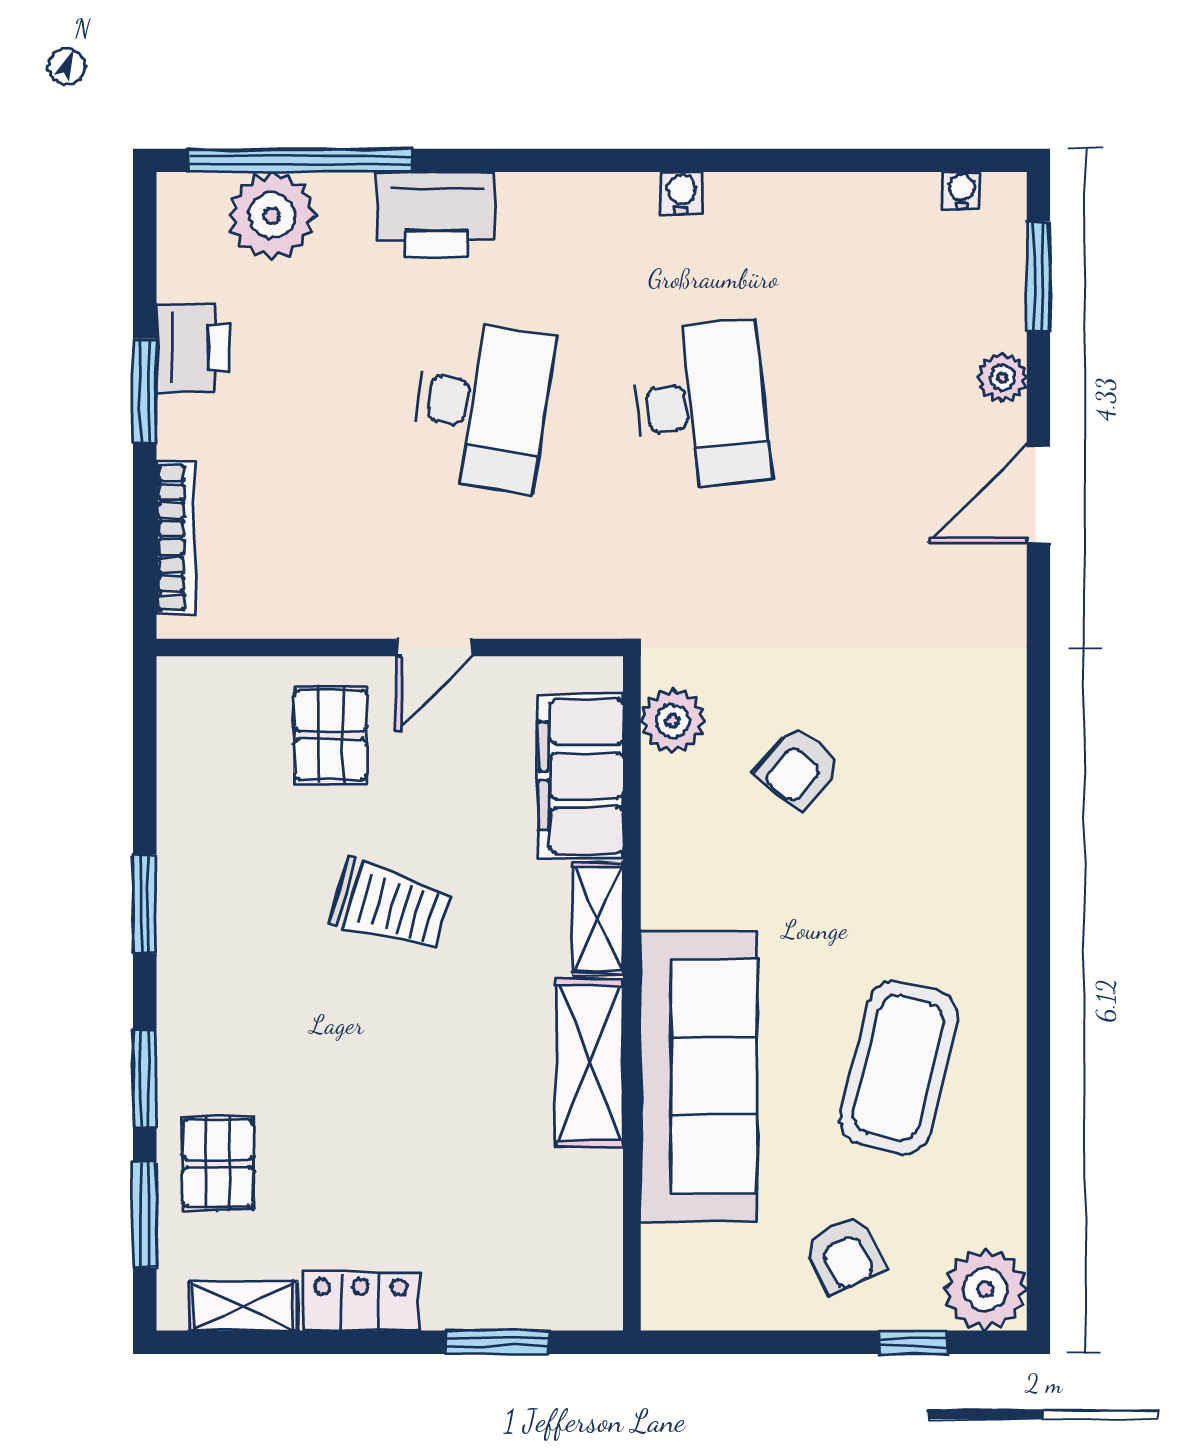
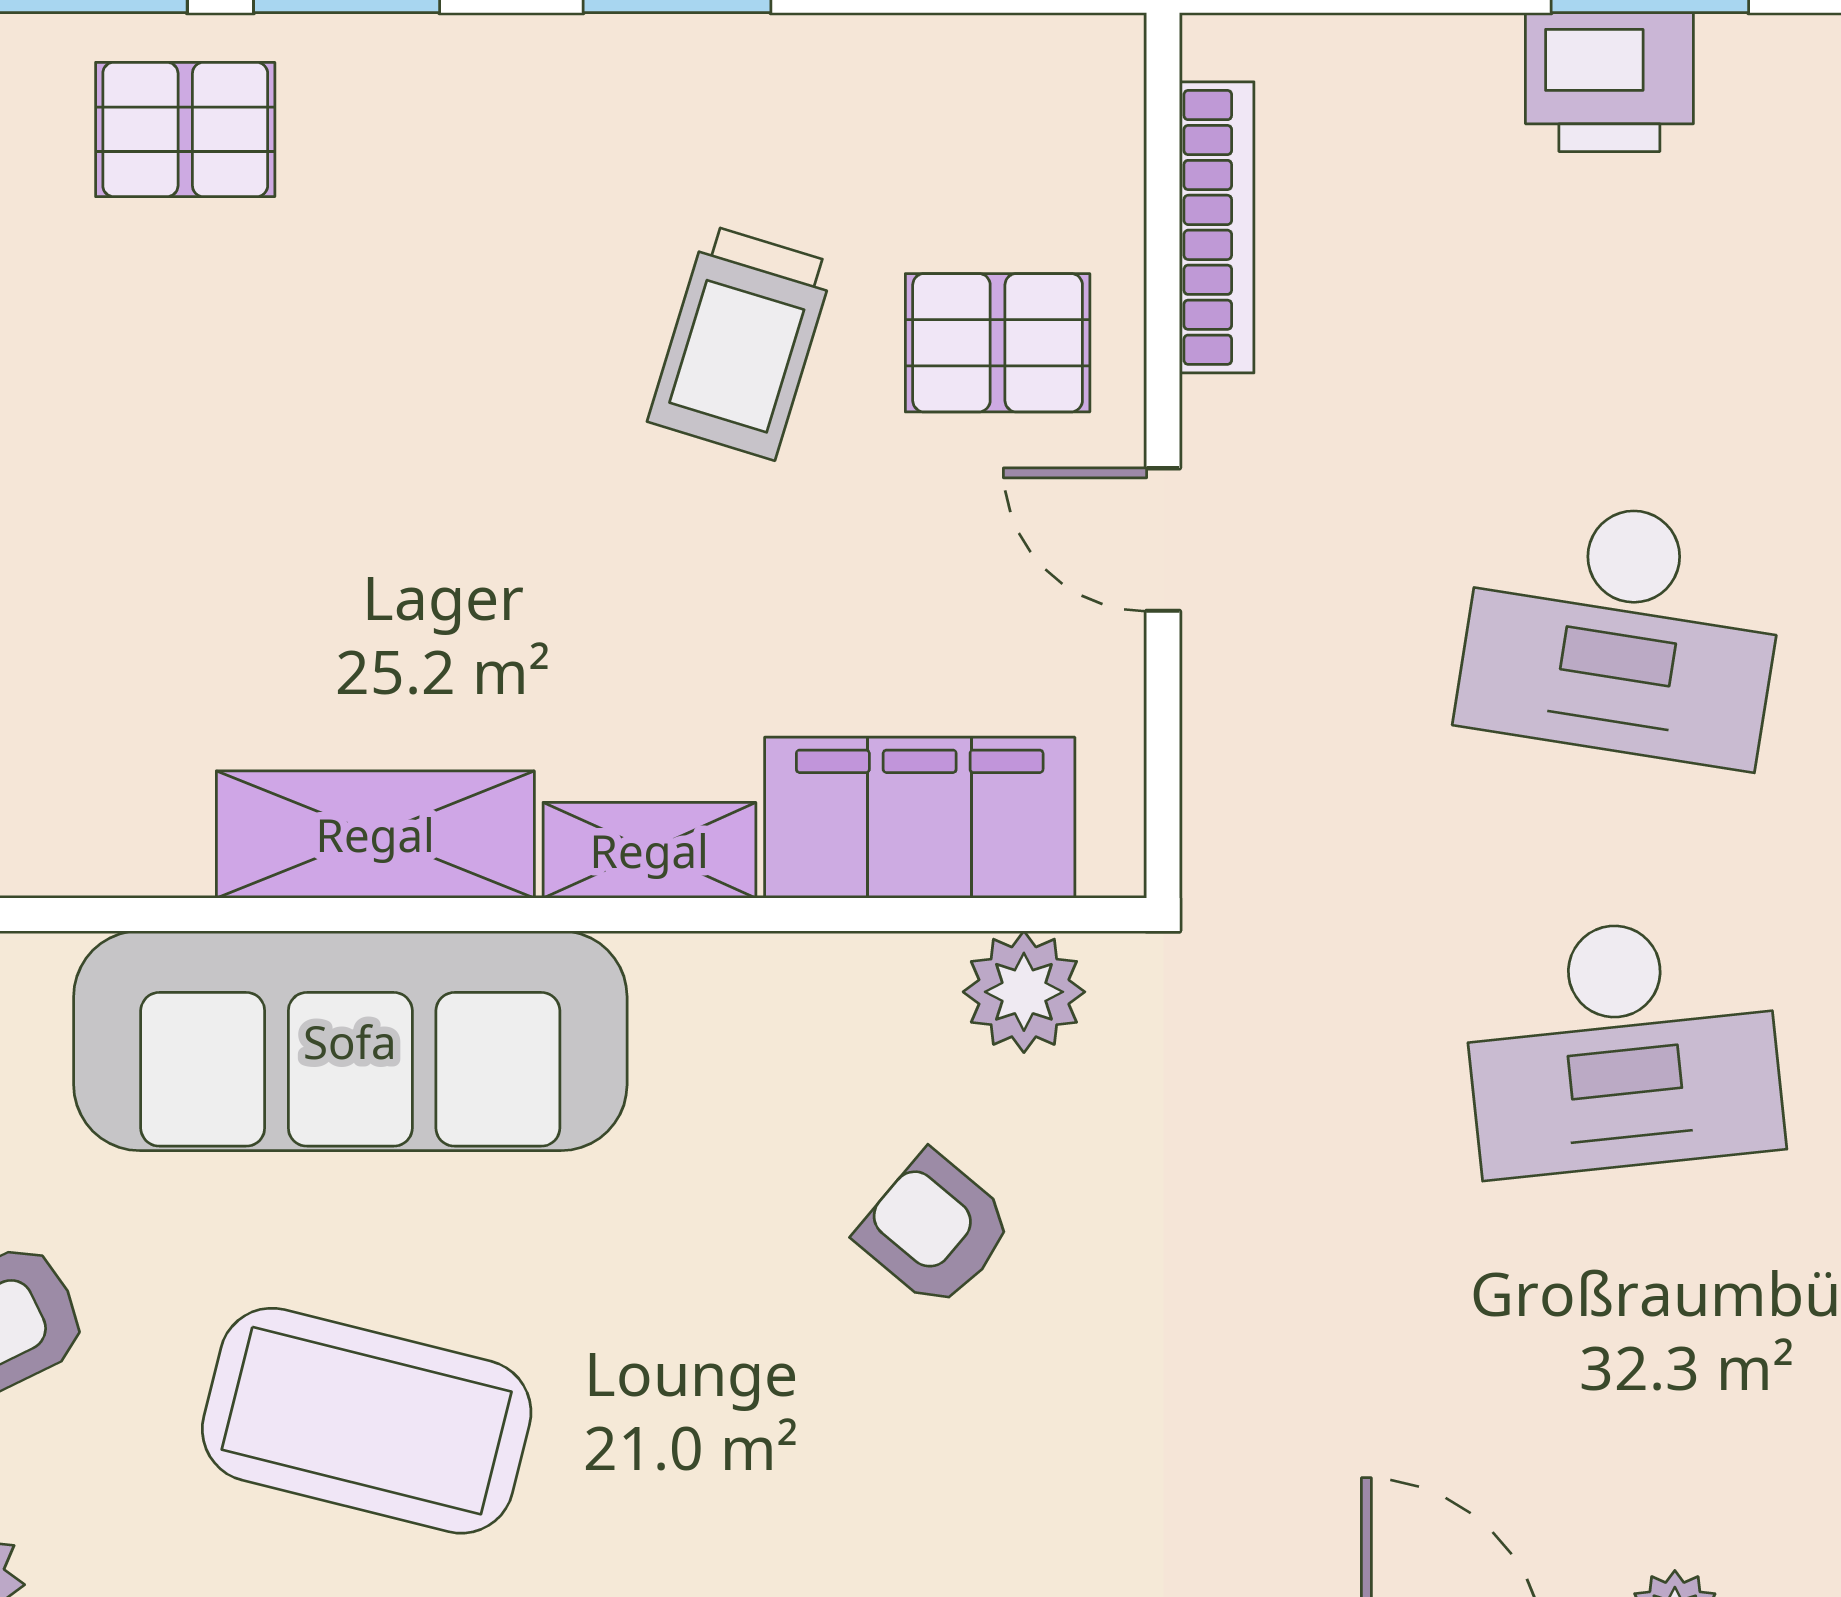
printer: (193, 348) -> (1609, 82), moved
bookcase: (176, 538) -> (1217, 227), moved, turned -90
trolley: (390, 906) -> (741, 342), moved

